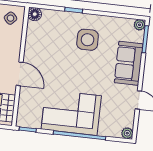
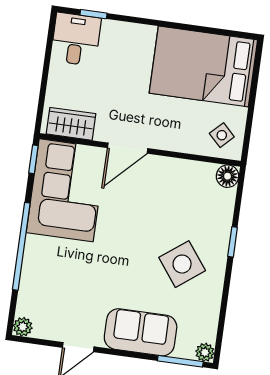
side table: (88, 40) -> (182, 264), turned -37
corner sofa: (71, 112) -> (66, 190), moved

